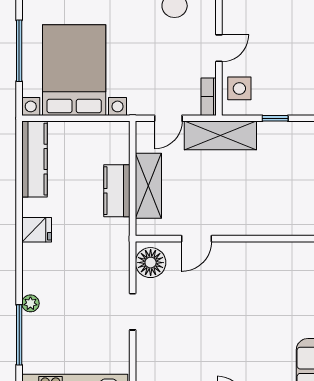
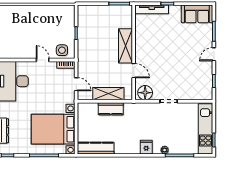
shelving: (220, 135) -> (125, 46), moved
fridge: (37, 230) -> (146, 147), moved

